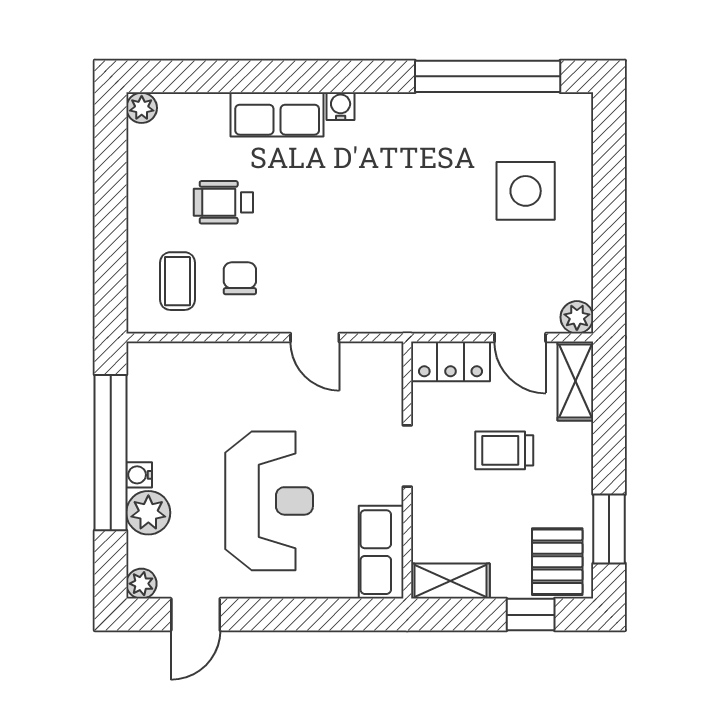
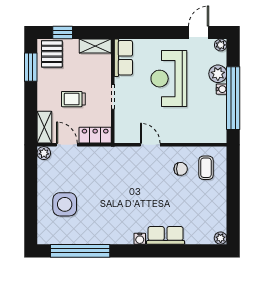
wheelchair: (223, 202) -> (187, 200), removed
chair: (240, 278) -> (181, 169), turned -90
trolley: (504, 450) -> (73, 99), turned 180

